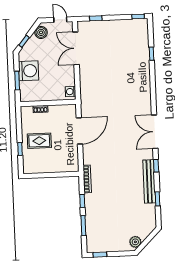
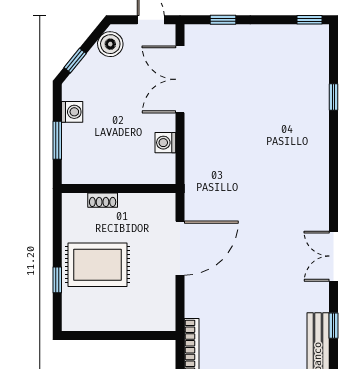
washing machine: (29, 71) -> (72, 112), width x0.53, depth x0.53
washing machine: (71, 92) -> (165, 143), moved
double door: (155, 132) -> (333, 256), width x0.73
rug: (39, 141) -> (98, 265), width x1.36, depth x1.43

